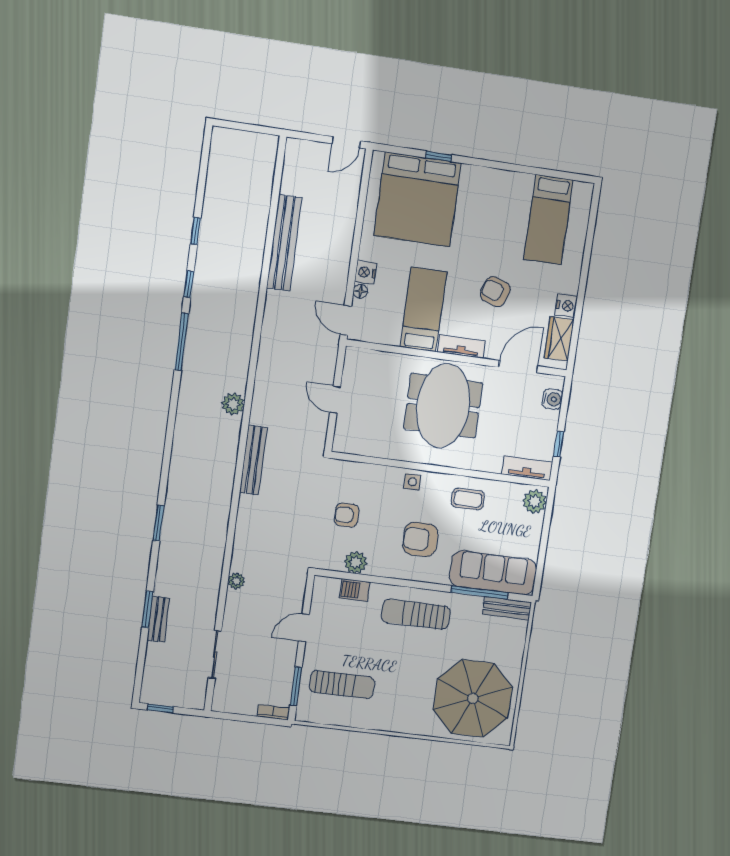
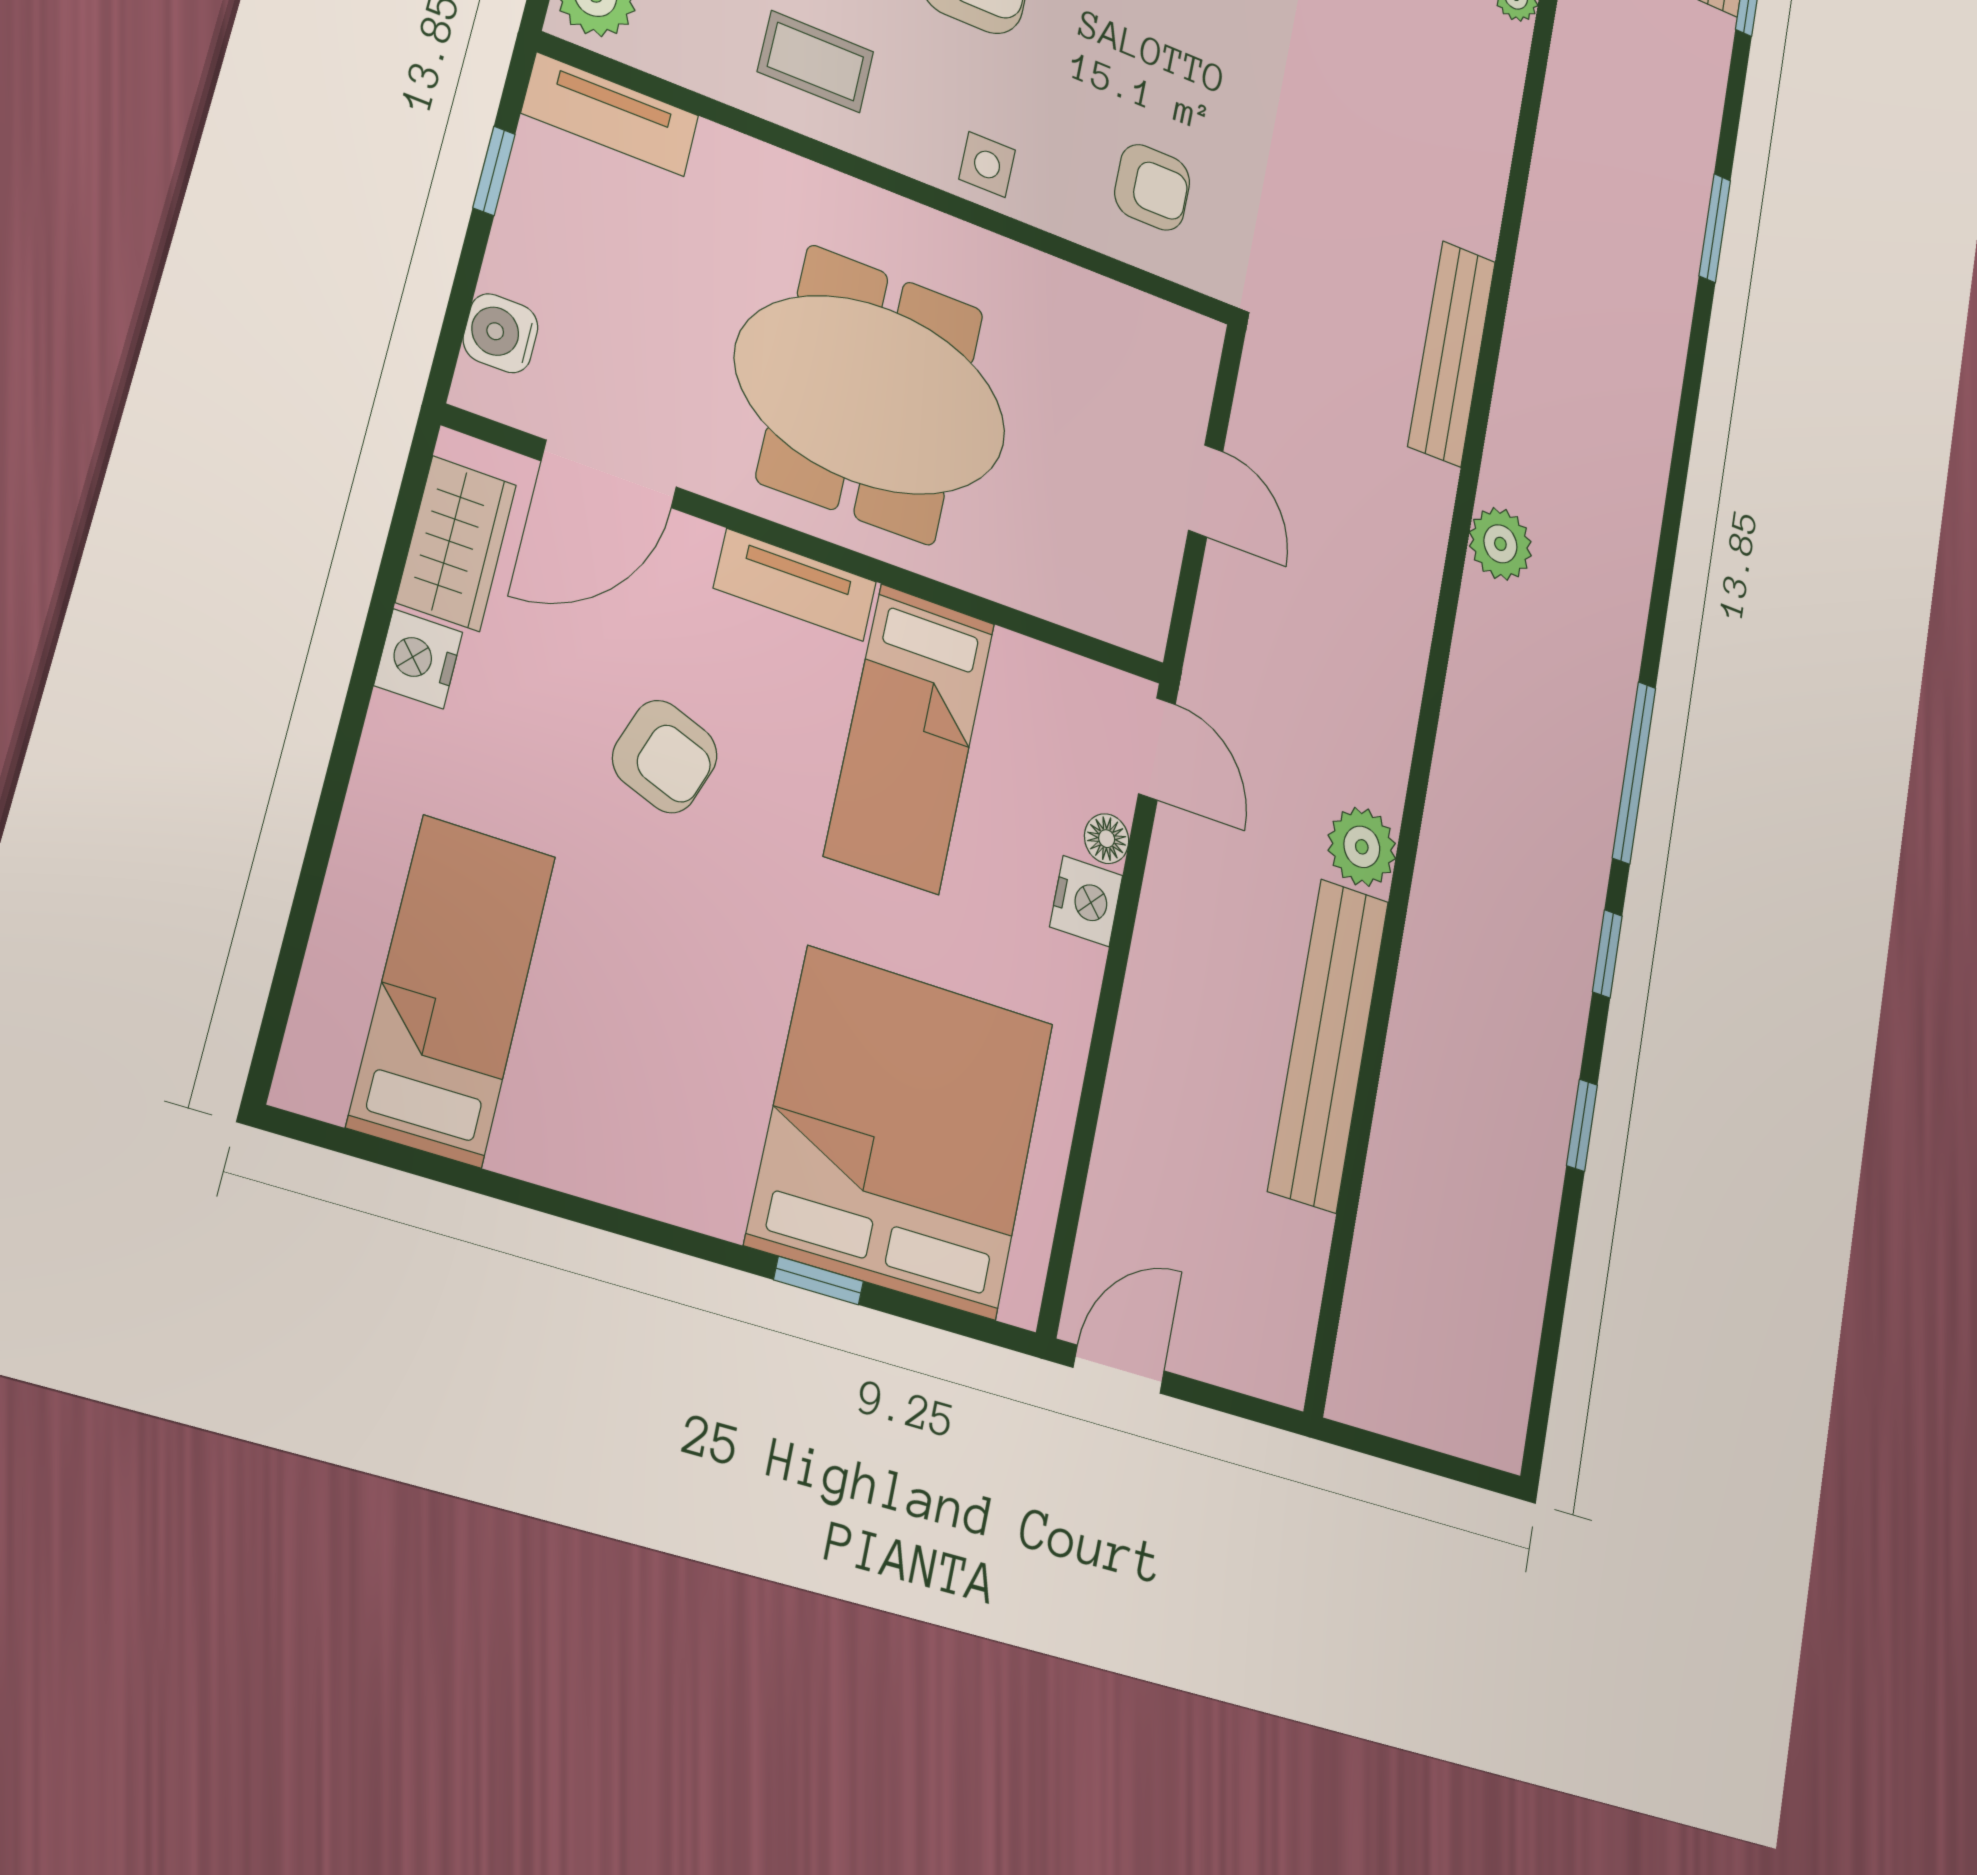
plant: (276, 303) -> (1362, 847), added
meeting table: (443, 406) -> (871, 395), turned 90
armchair: (347, 515) -> (1152, 187), moved

